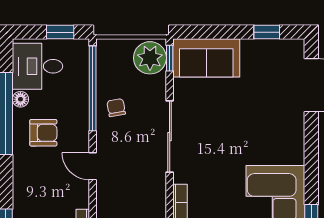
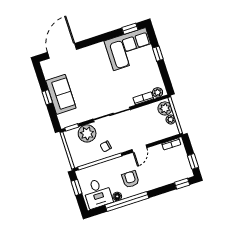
window: (267, 32) -> (47, 97), moved
plant: (150, 58) -> (87, 133), moved
sofa: (206, 58) -> (61, 94), moved

